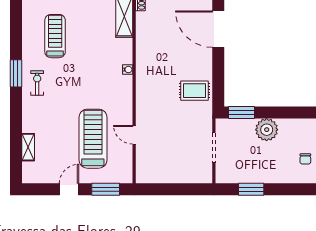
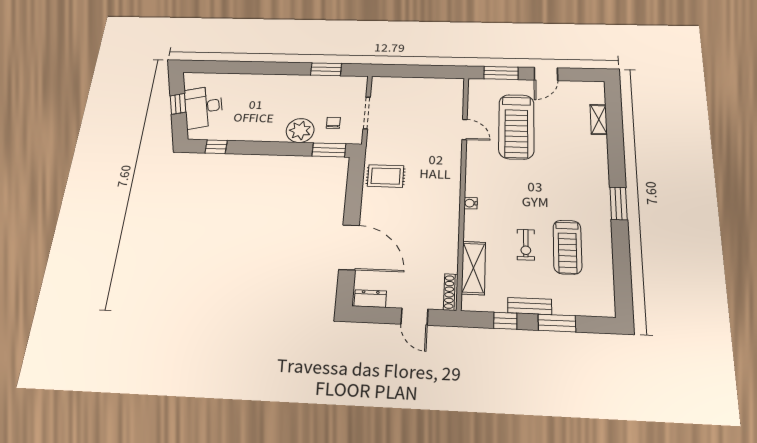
exercise bike: (37, 83) -> (526, 245), moved
chair: (305, 159) -> (333, 123), moved

